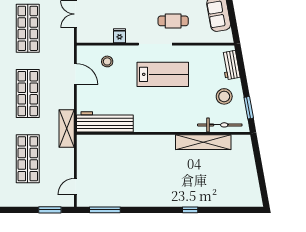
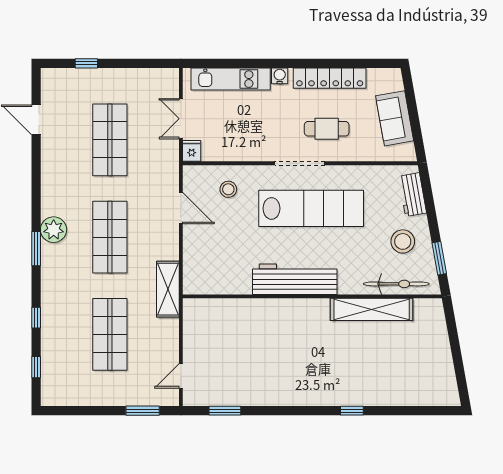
fridge: (120, 36) -> (192, 151), moved
lab bench: (163, 74) -> (311, 208), width x1.36
workbench: (105, 122) -> (295, 279), moved
window: (105, 210) -> (225, 411), width x0.69

